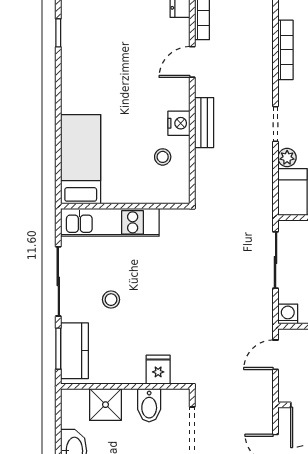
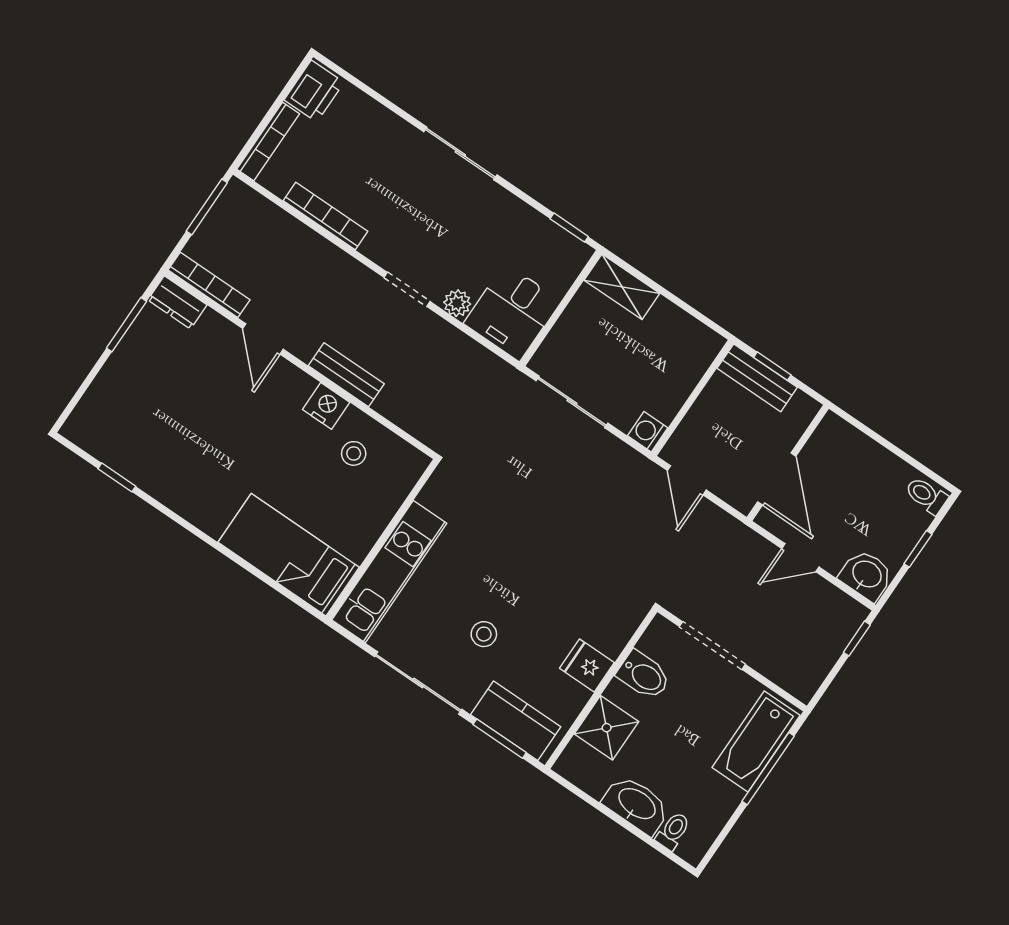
fridge: (158, 370) -> (587, 665), moved

